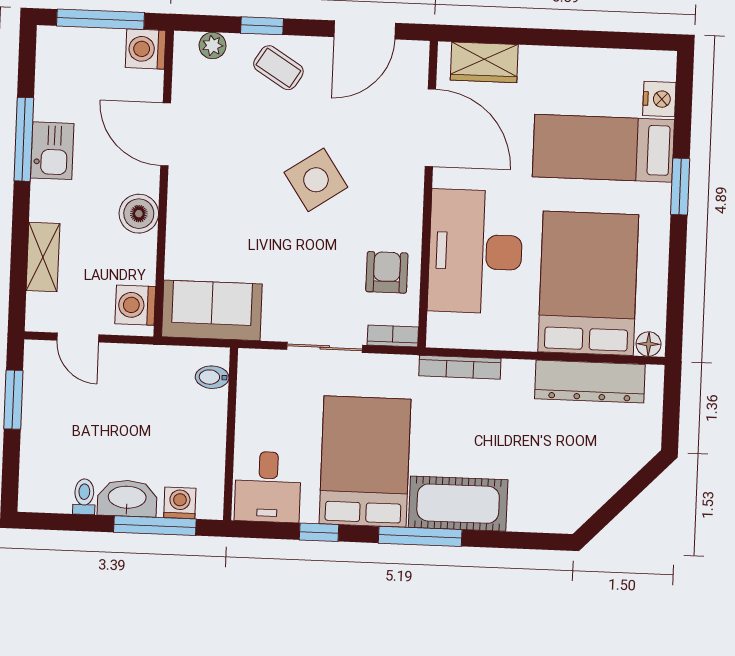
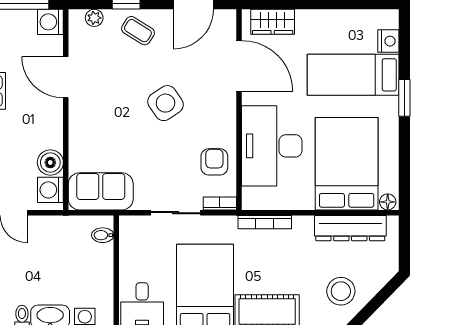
boiler: (139, 214) -> (50, 163), moved
stool: (572, 477) -> (341, 291), added

